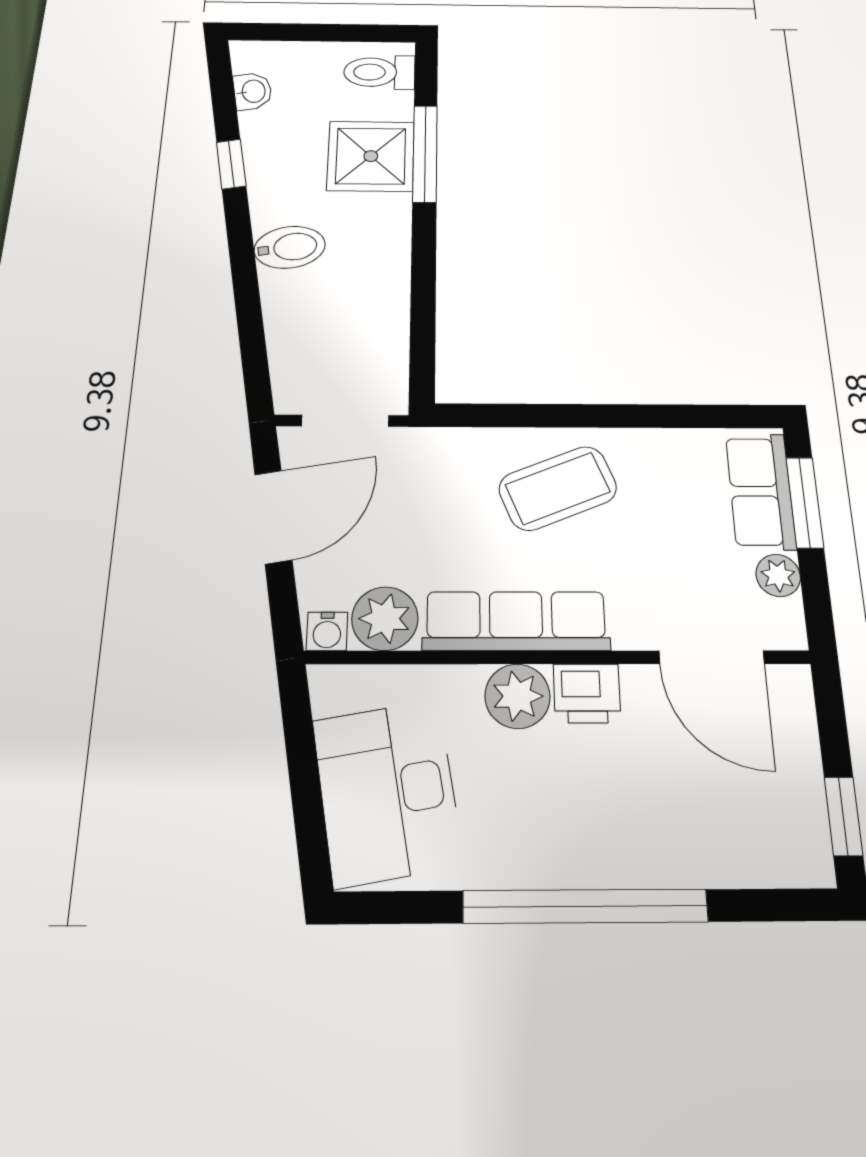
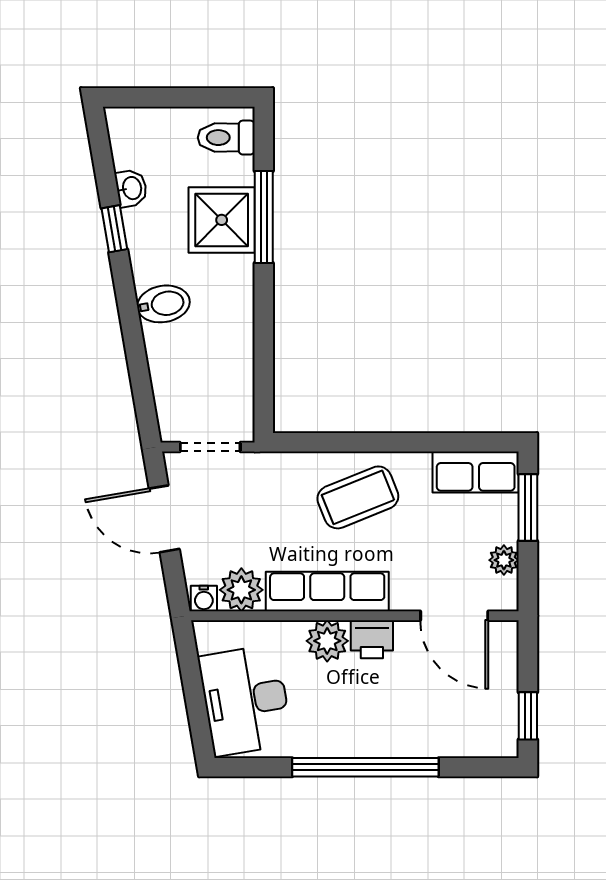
washbasin: (253, 91) -> (131, 188), moved
row of seats: (761, 491) -> (476, 472), moved, turned -90
door: (273, 517) -> (164, 519), swing flipped

